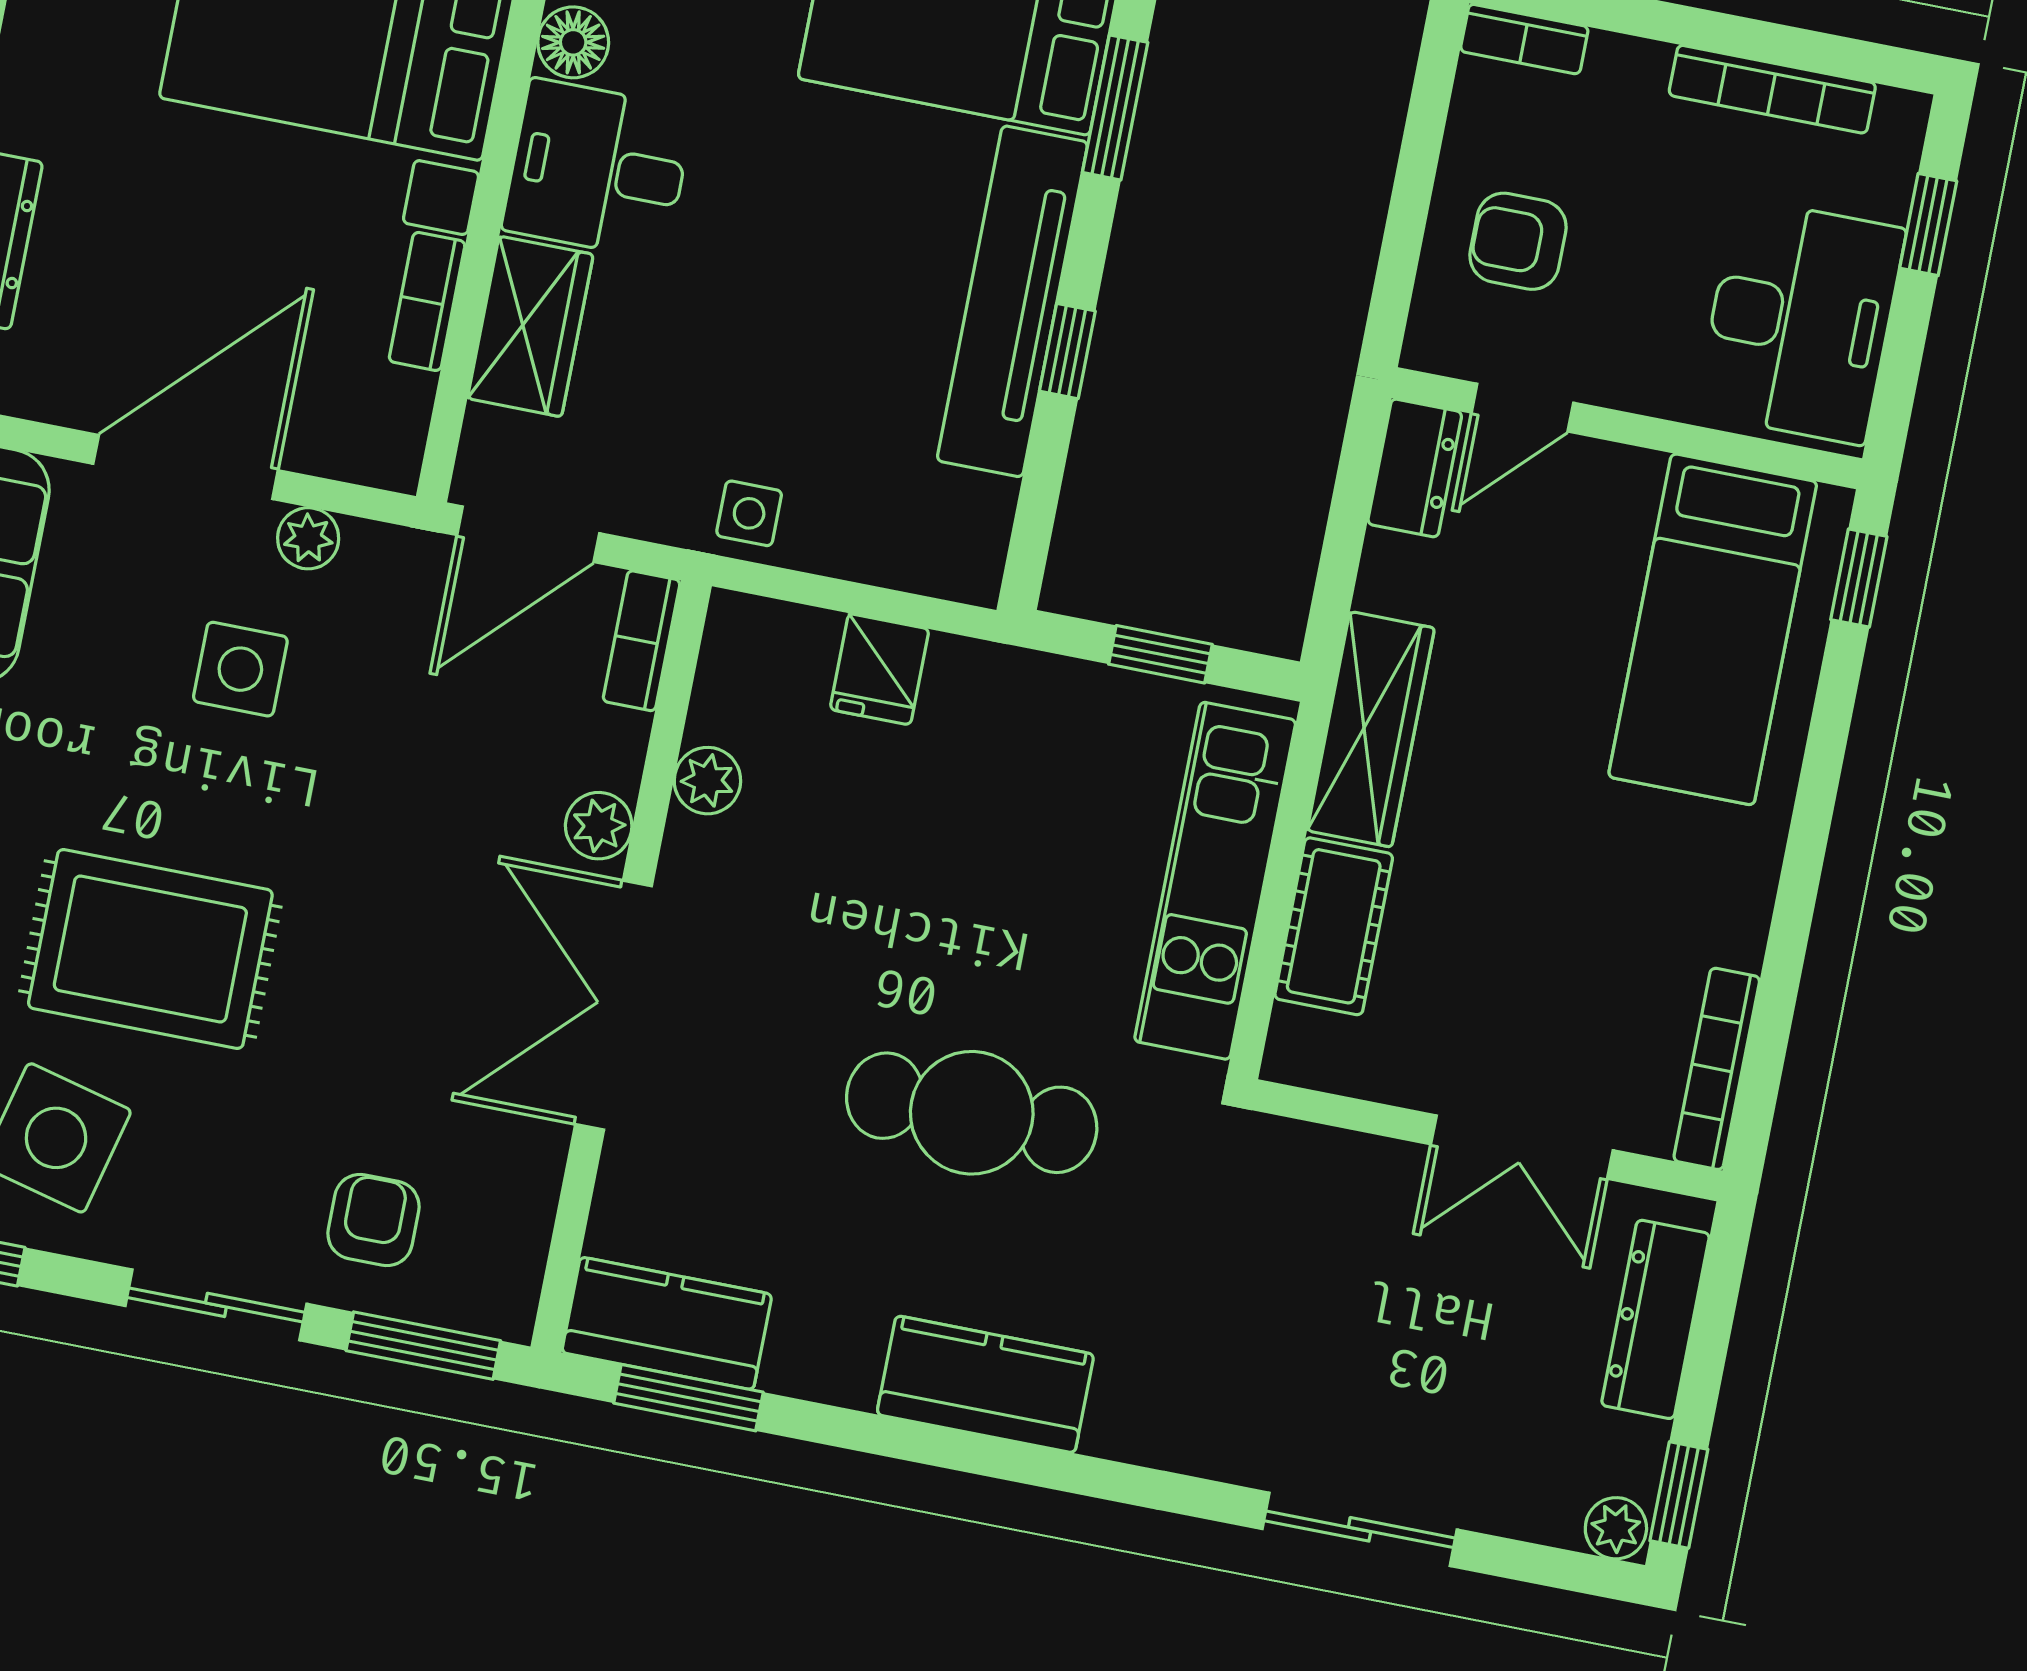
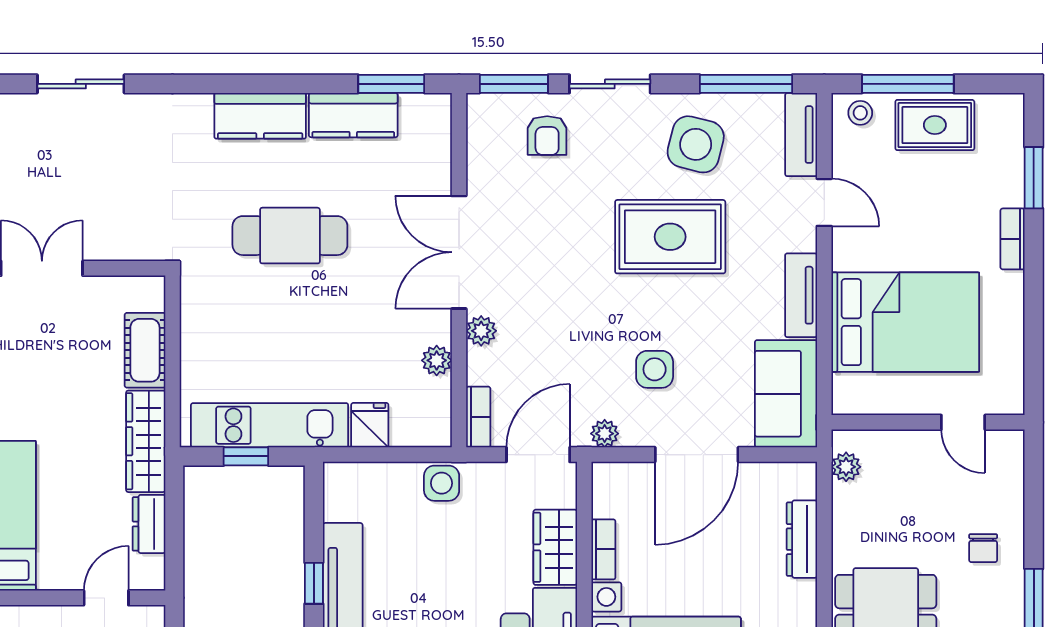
dresser: (1415, 468) -> (149, 524), moved
side table: (749, 513) -> (442, 483), width x1.37, depth x1.37
plant: (308, 538) -> (605, 434), moved
kitchen unit: (1215, 881) -> (270, 425), moved, turned -90
double door: (613, 1005) -> (459, 252), swing flipped
kitchen counter: (667, 1323) -> (353, 115), moved

